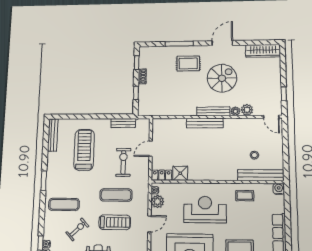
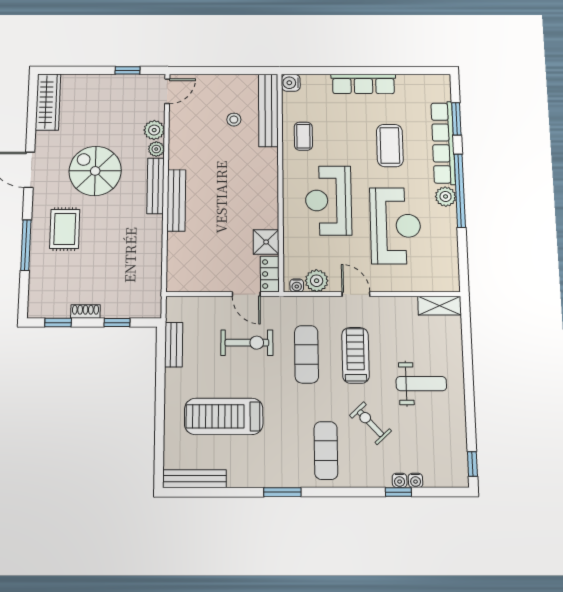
door: (151, 149) -> (246, 294), moved
exercise bike: (123, 162) -> (247, 343), turned 180

